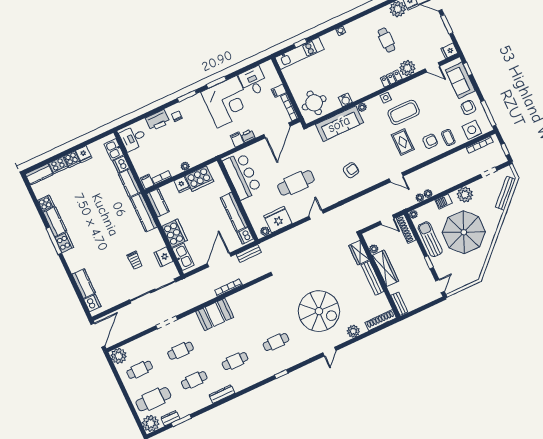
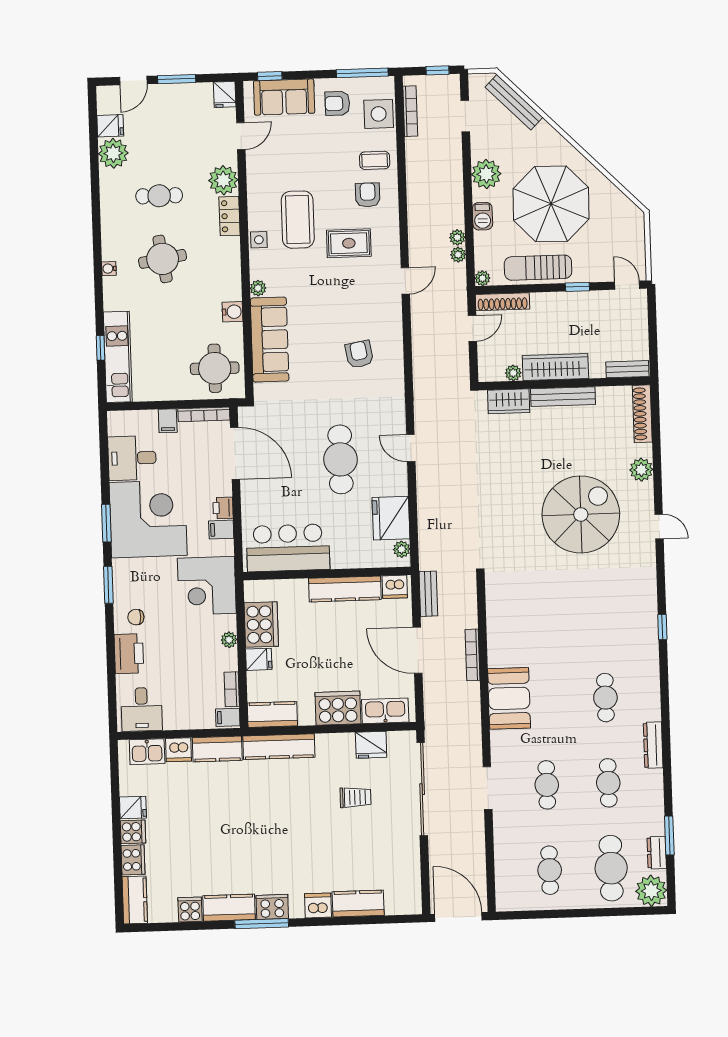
round table: (356, 55) -> (163, 259), added
corner desk: (207, 144) -> (207, 586), added
dishwasher: (92, 303) -> (318, 905), moved
cafe table: (276, 342) -> (603, 612), removed
plant: (119, 356) -> (510, 896), removed

